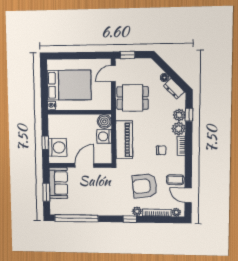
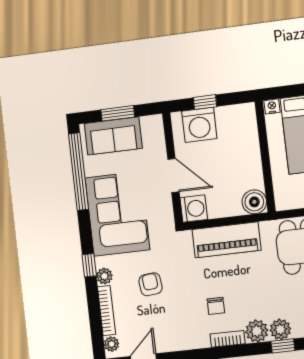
washing machine: (104, 136) -> (194, 209), moved, turned 90
coffee table: (175, 180) -> (168, 336), removed
sofa: (58, 183) -> (113, 136), moved
armchair: (145, 186) -> (151, 284), width x0.53, depth x0.53
corner sofa: (102, 200) -> (117, 214), added

